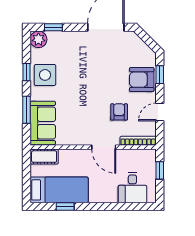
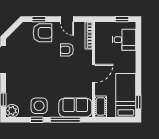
armchair: (142, 80) -> (42, 33), turned -90
window: (26, 110) -> (65, 120), width x1.44
door: (104, 147) -> (94, 74), moved
window: (160, 170) -> (122, 19), moved
window: (65, 207) -> (138, 102), moved

